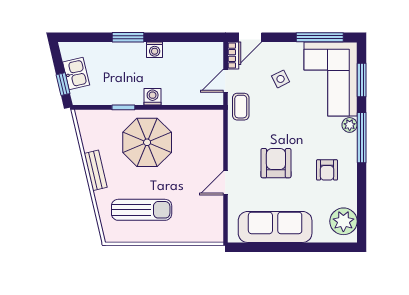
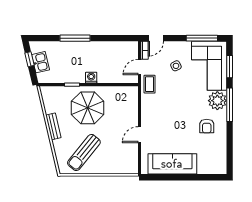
window: (128, 37) -> (75, 38), width x1.44
washing machine: (155, 50) -> (93, 46), removed
window: (63, 84) -> (30, 59), moved
plant: (350, 125) -> (217, 101), width x1.87, depth x1.87
armchair: (276, 163) -> (173, 122), removed
sun lounger: (142, 210) -> (84, 153), turned 129
plant: (343, 221) -> (218, 160), removed

